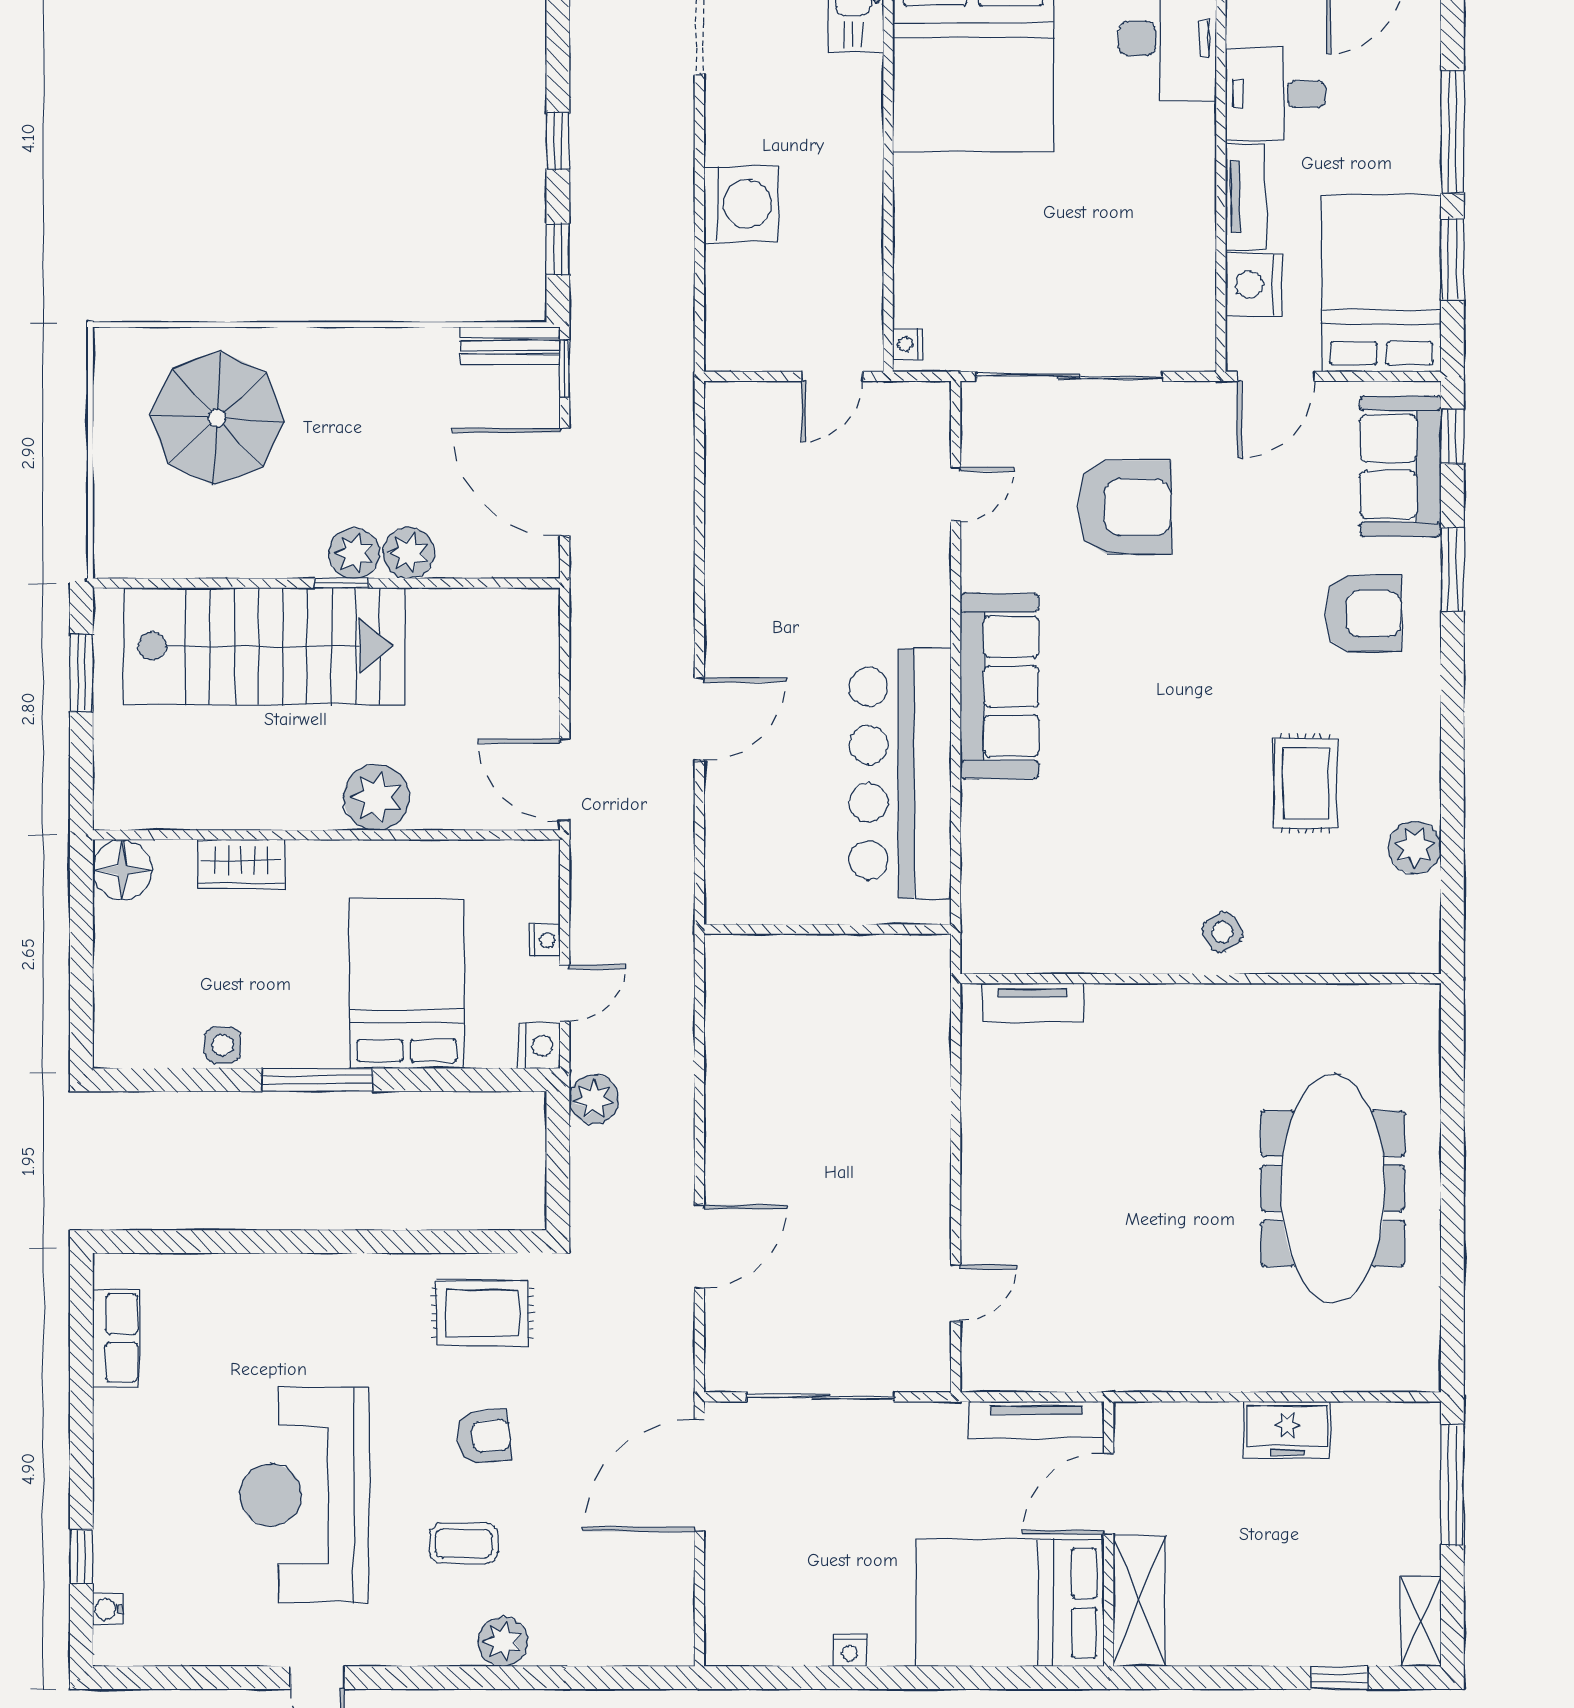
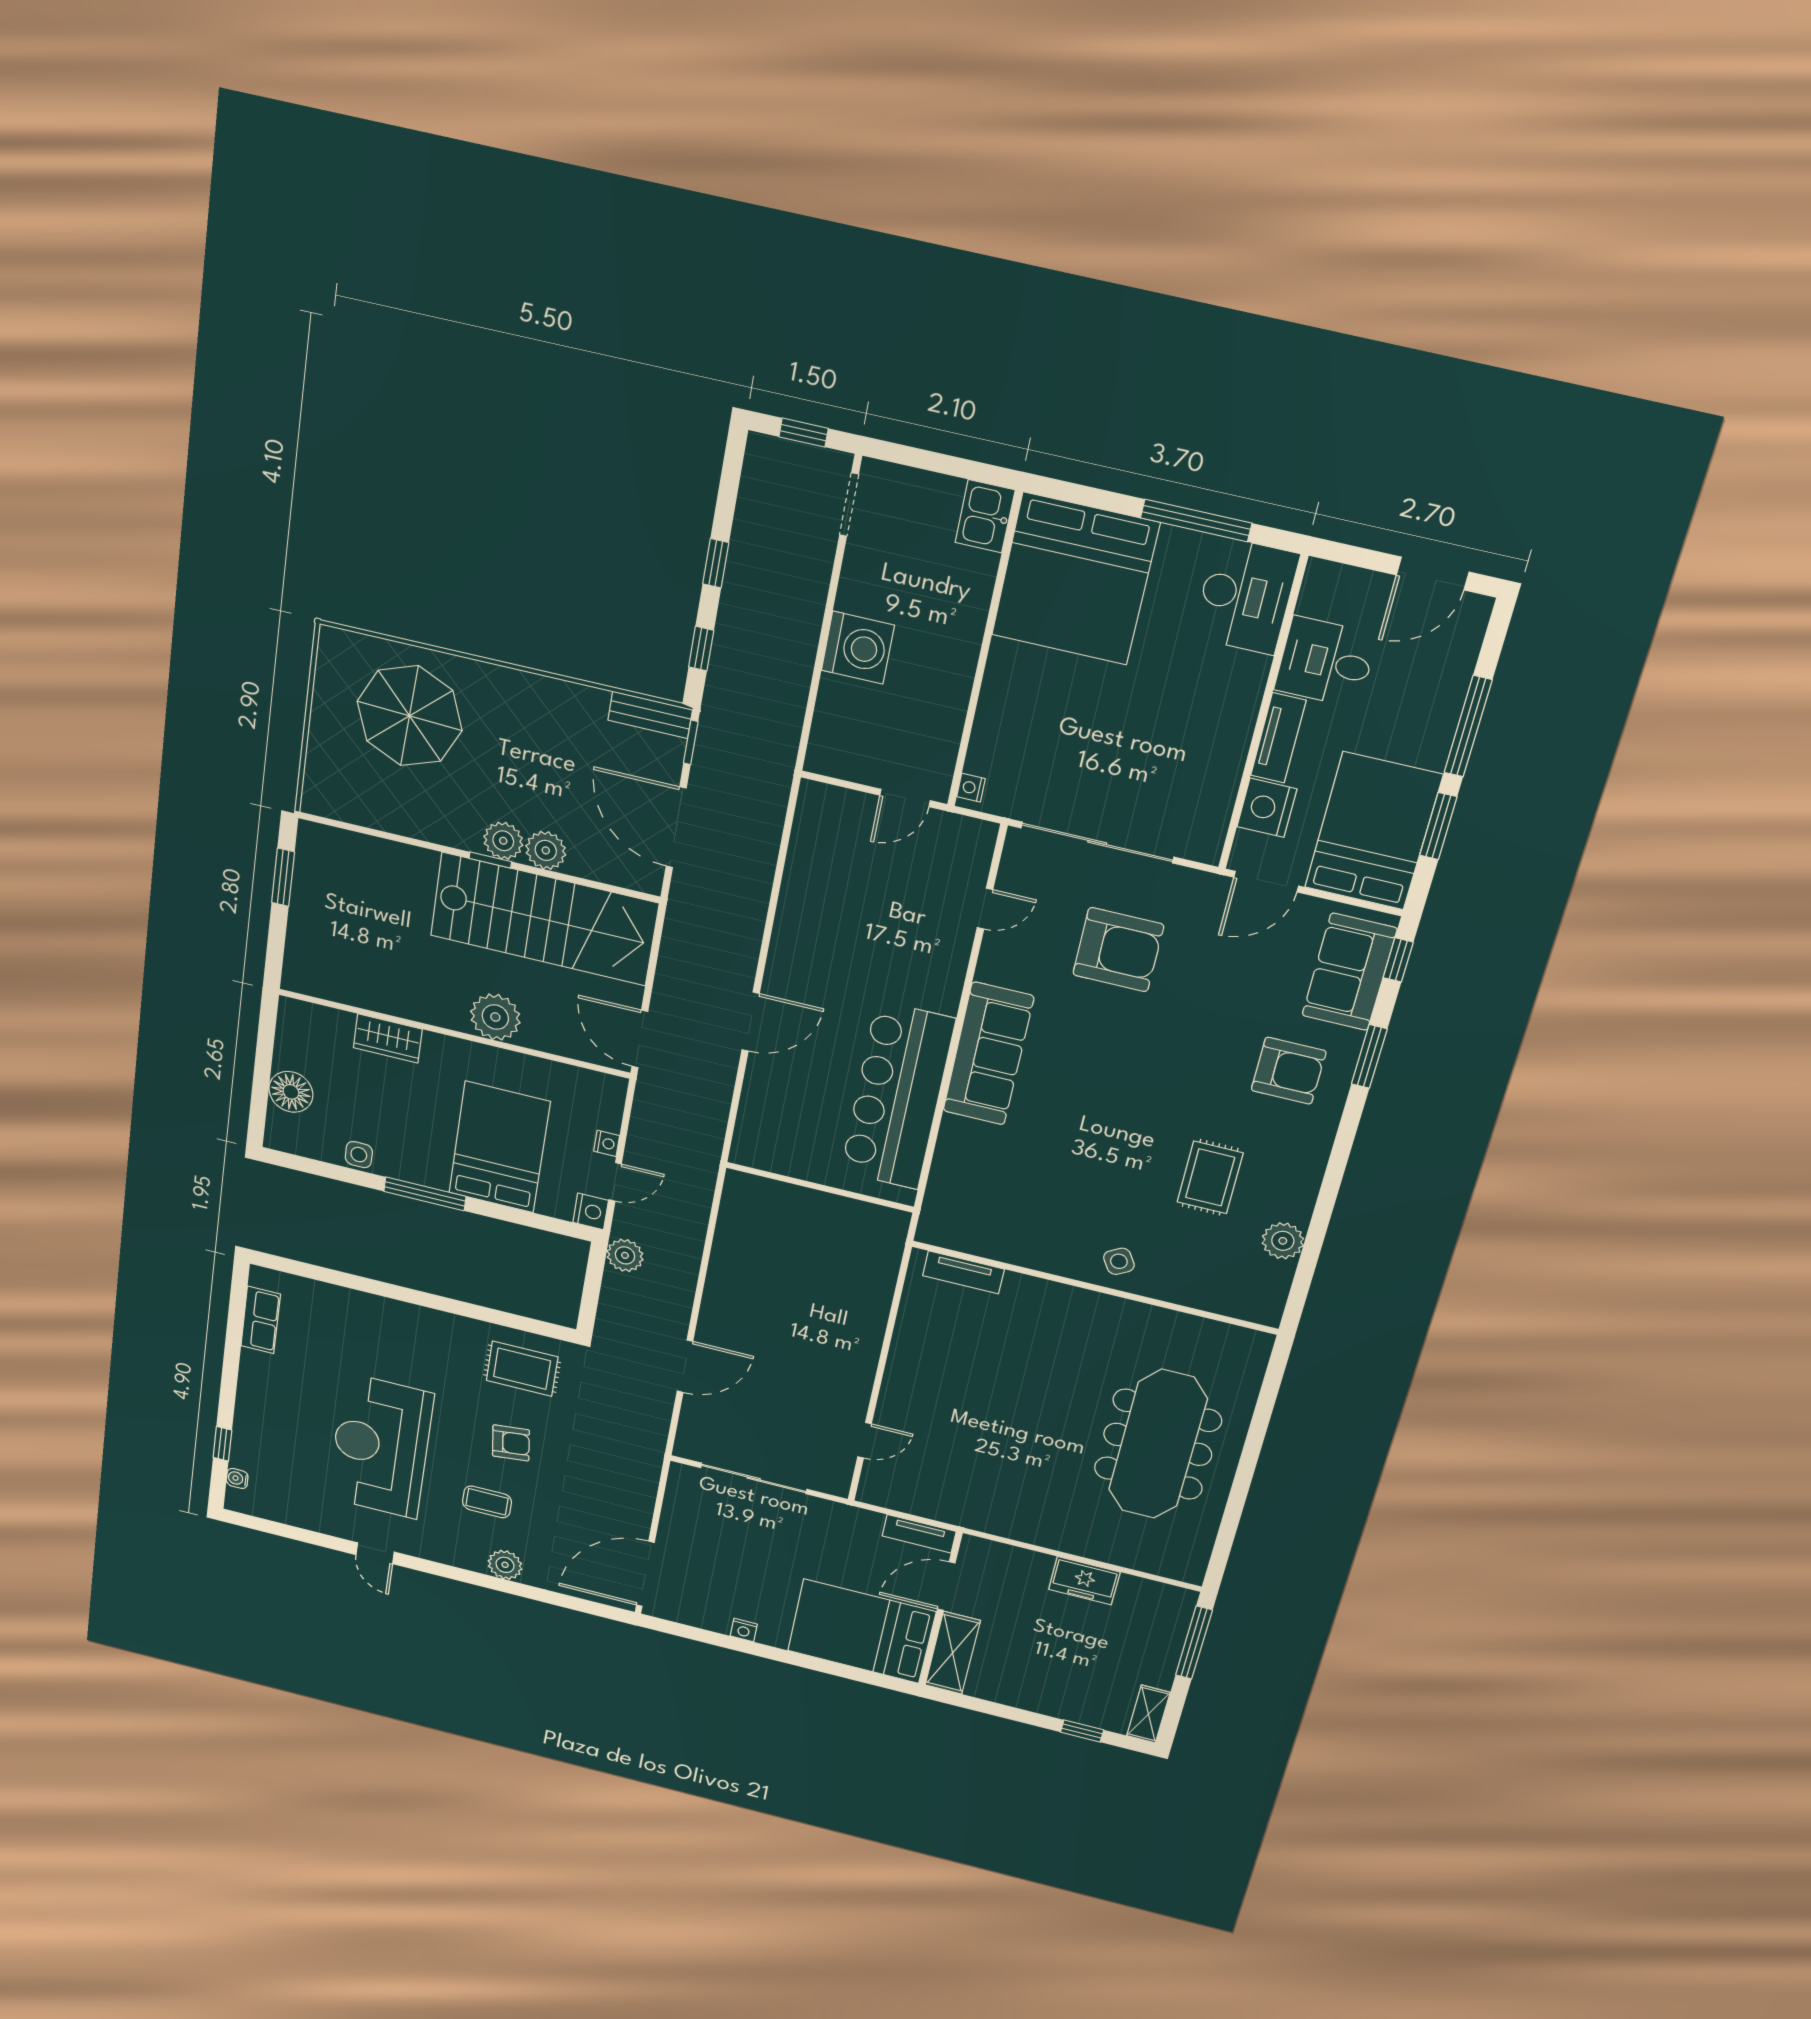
stairs: (264, 646) -> (544, 919), moved
floor lamp: (122, 870) -> (291, 1092), moved
tv unit: (1036, 1420) -> (919, 1534), width x0.71
door: (699, 1475) -> (645, 1574), moved

